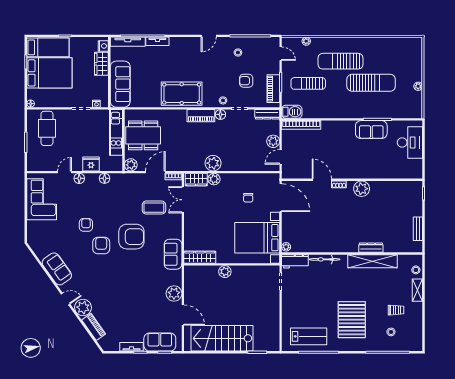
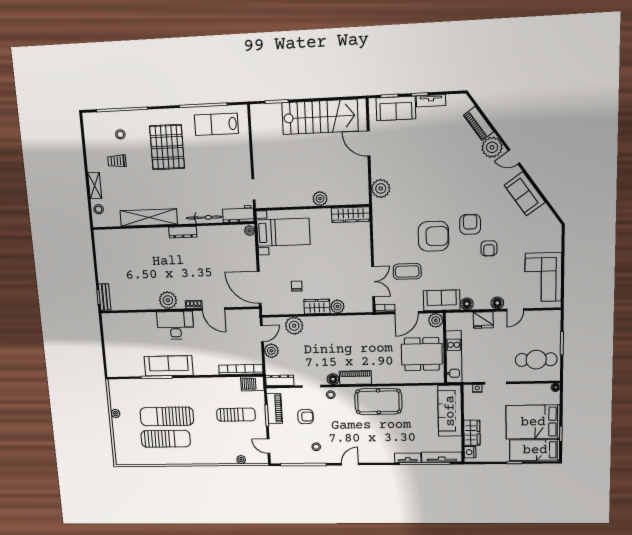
sun lounger: (340, 61) -> (166, 439), moved
cafe table: (47, 128) -> (536, 360), turned 90
sofa: (371, 130) -> (169, 366), width x1.36
desk: (410, 142) -> (175, 325), moved, turned 90
plant: (213, 163) -> (294, 326), moved
wardrobe: (196, 180) -> (317, 307), moved
bench: (418, 229) -> (105, 297), moved
armchair: (131, 237) -> (433, 236), turned 180
bed with nightstands: (257, 238) -> (283, 232), width x0.73
armchair: (101, 245) -> (470, 224), turned 180
dresser: (371, 248) -> (183, 232), moved
sofa: (173, 254) -> (442, 300), moved, turned -90
plant: (174, 294) -> (381, 188), moved

